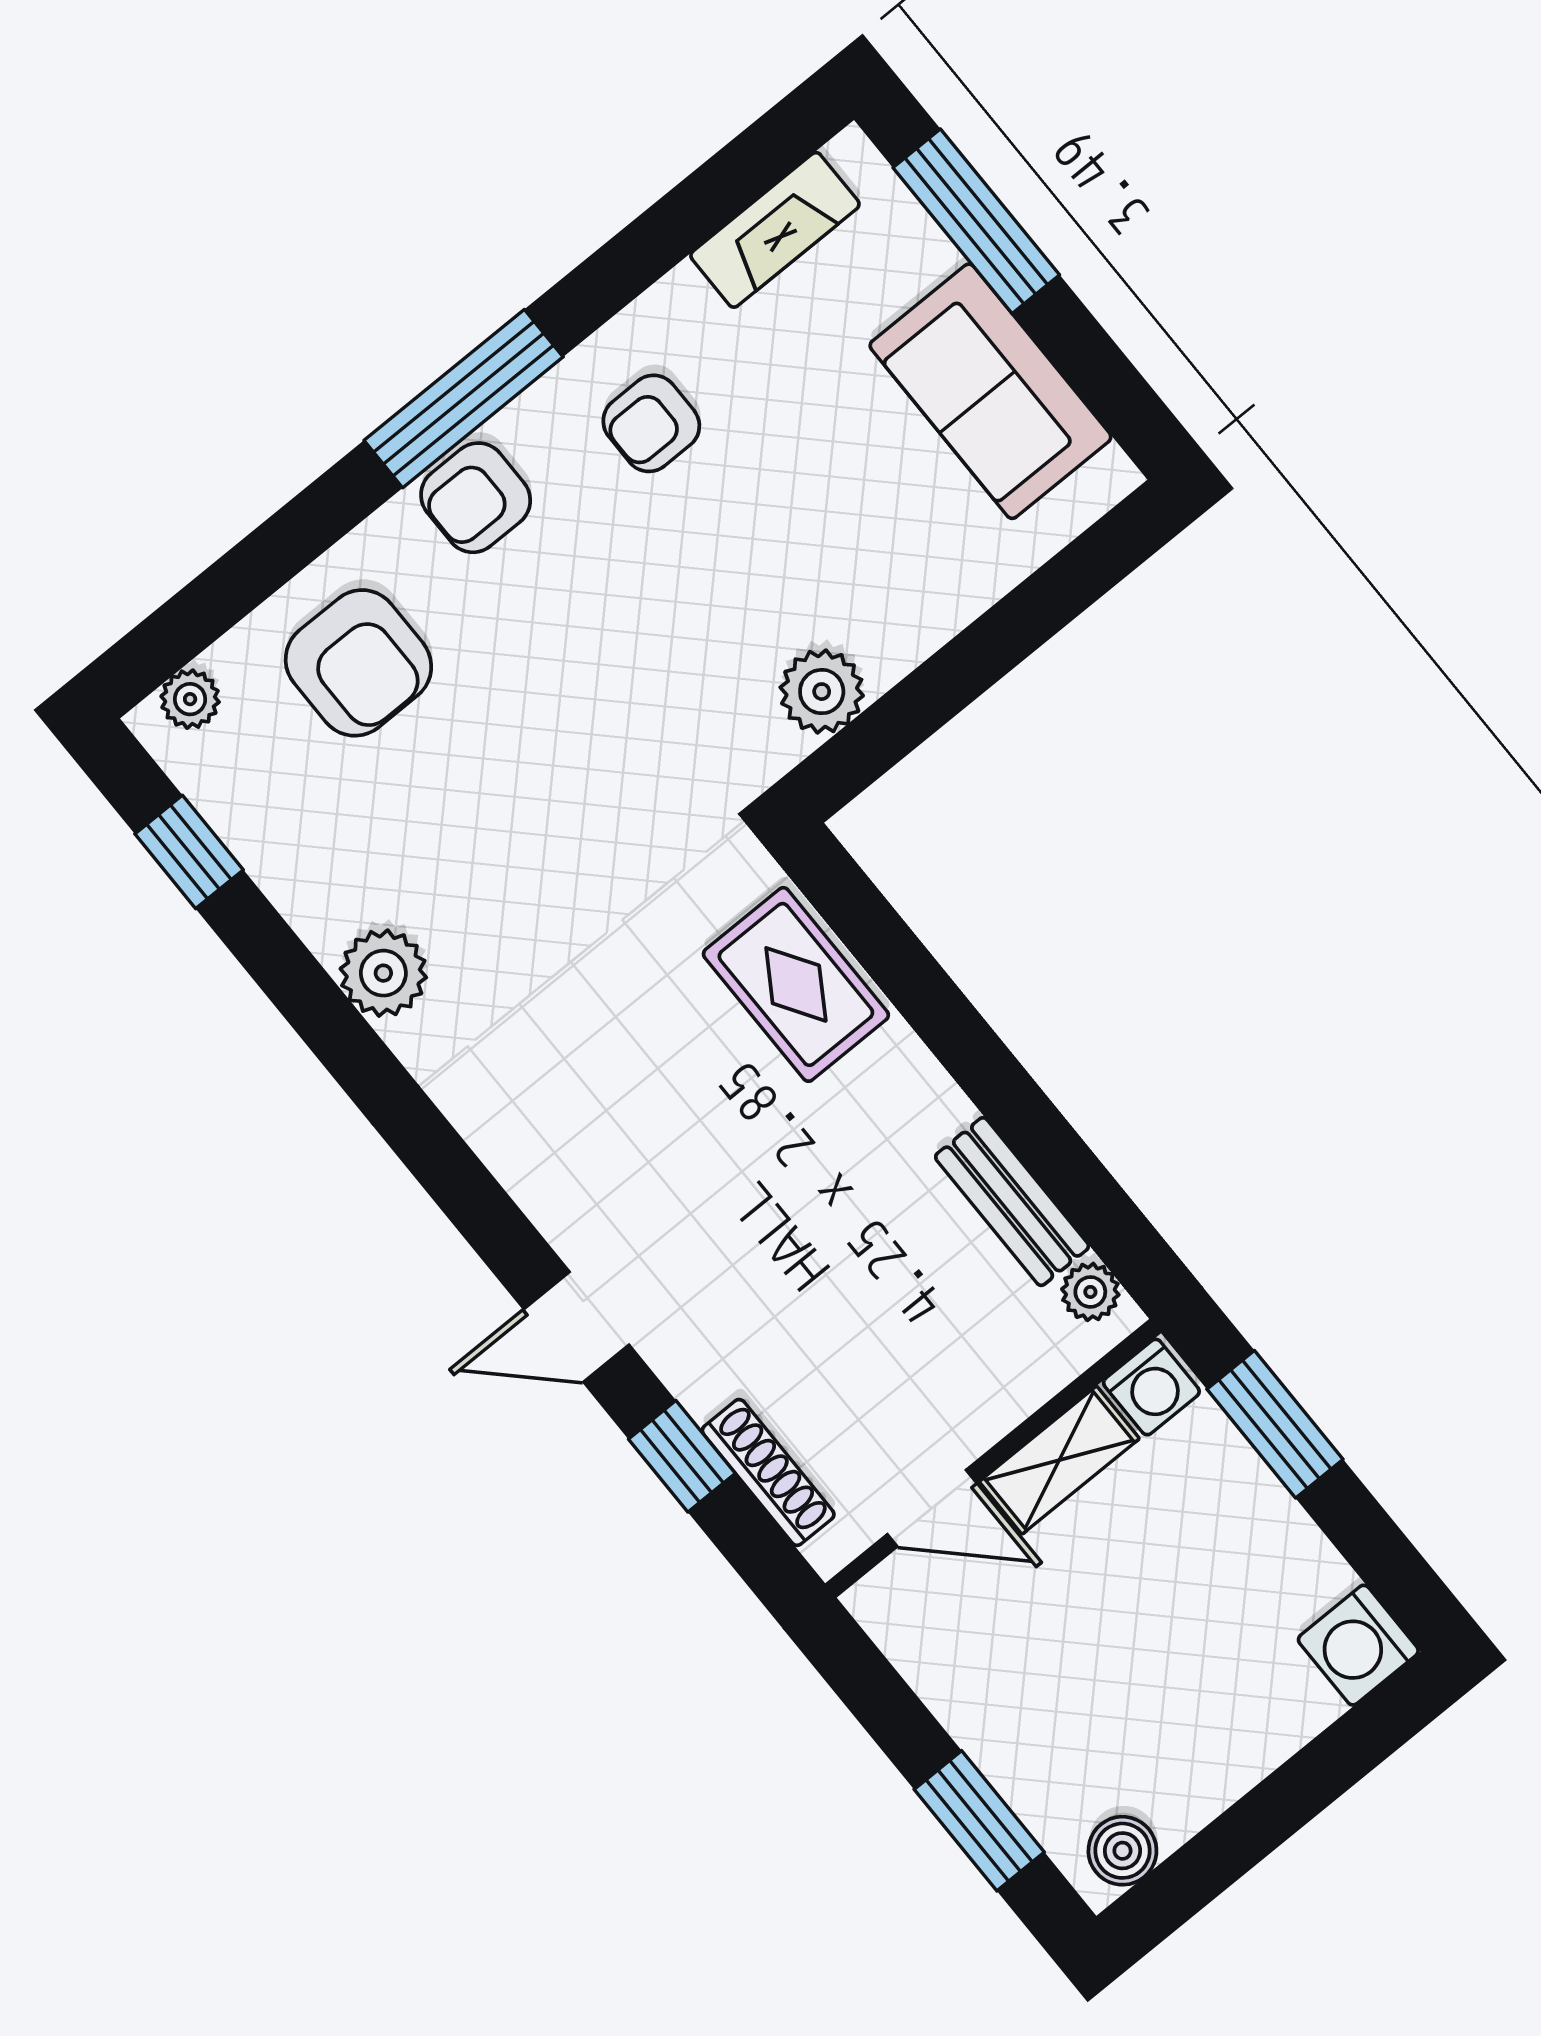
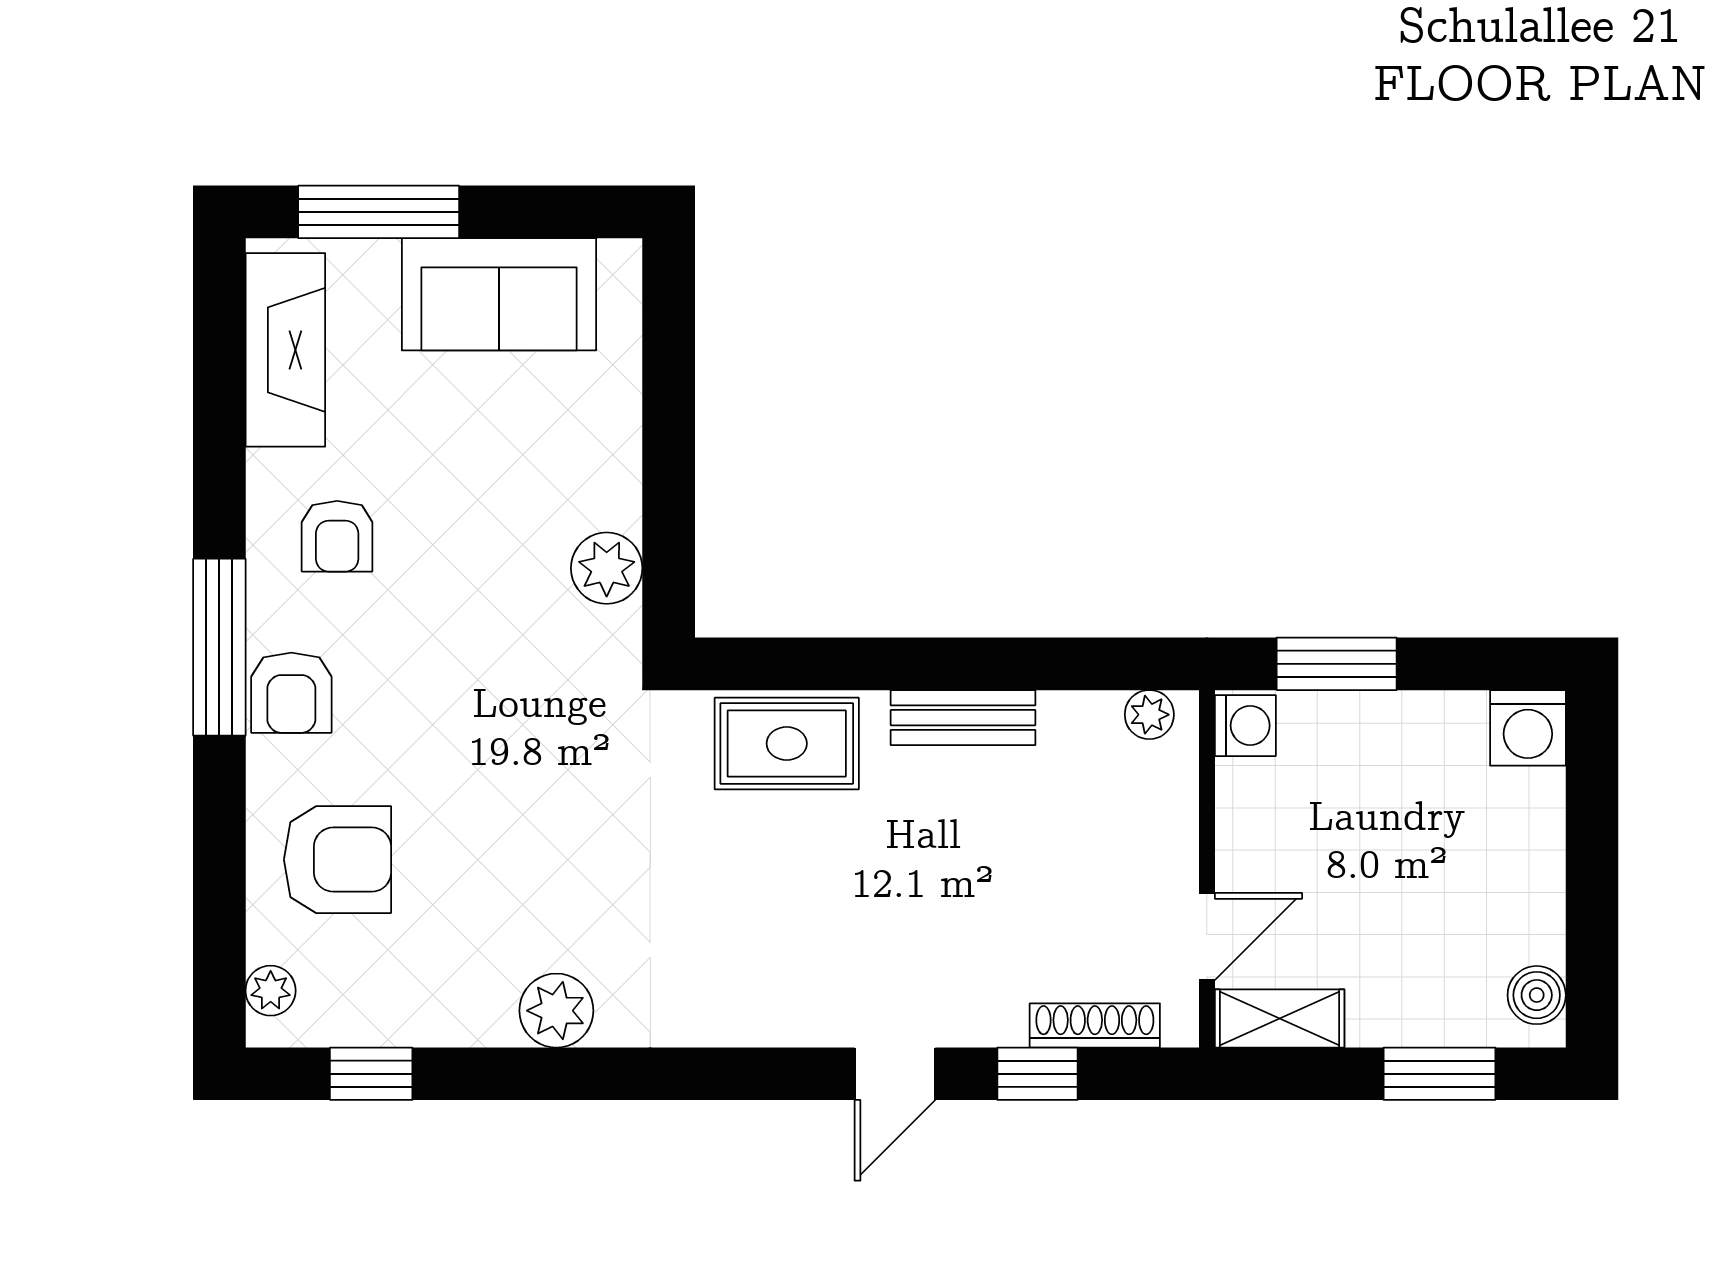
fireplace: (775, 230) -> (285, 350), width x1.37, depth x1.32
bench: (1012, 1202) -> (963, 718), moved
shelving: (1059, 1460) -> (1280, 1018), moved, turned 90

